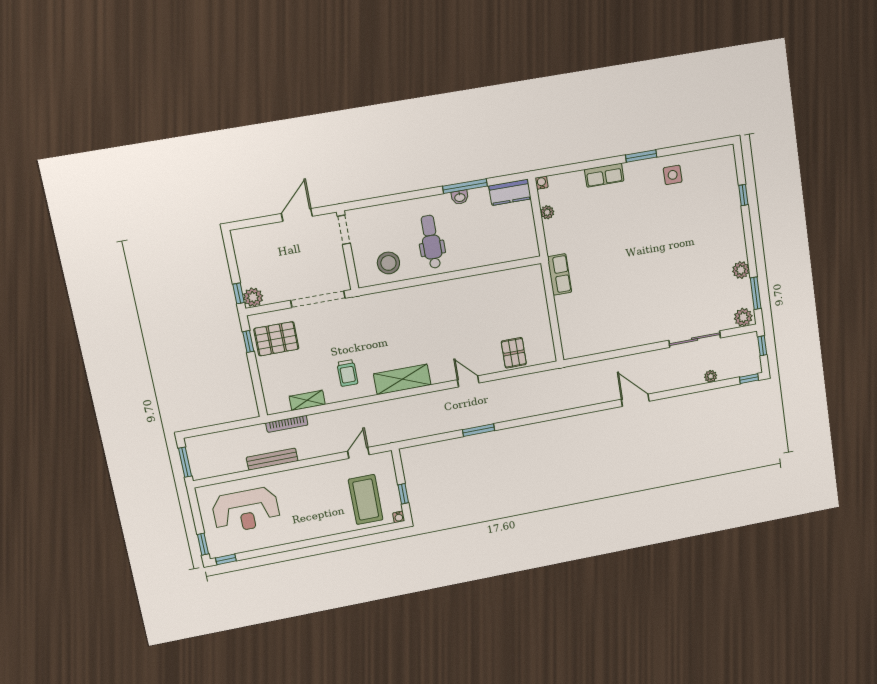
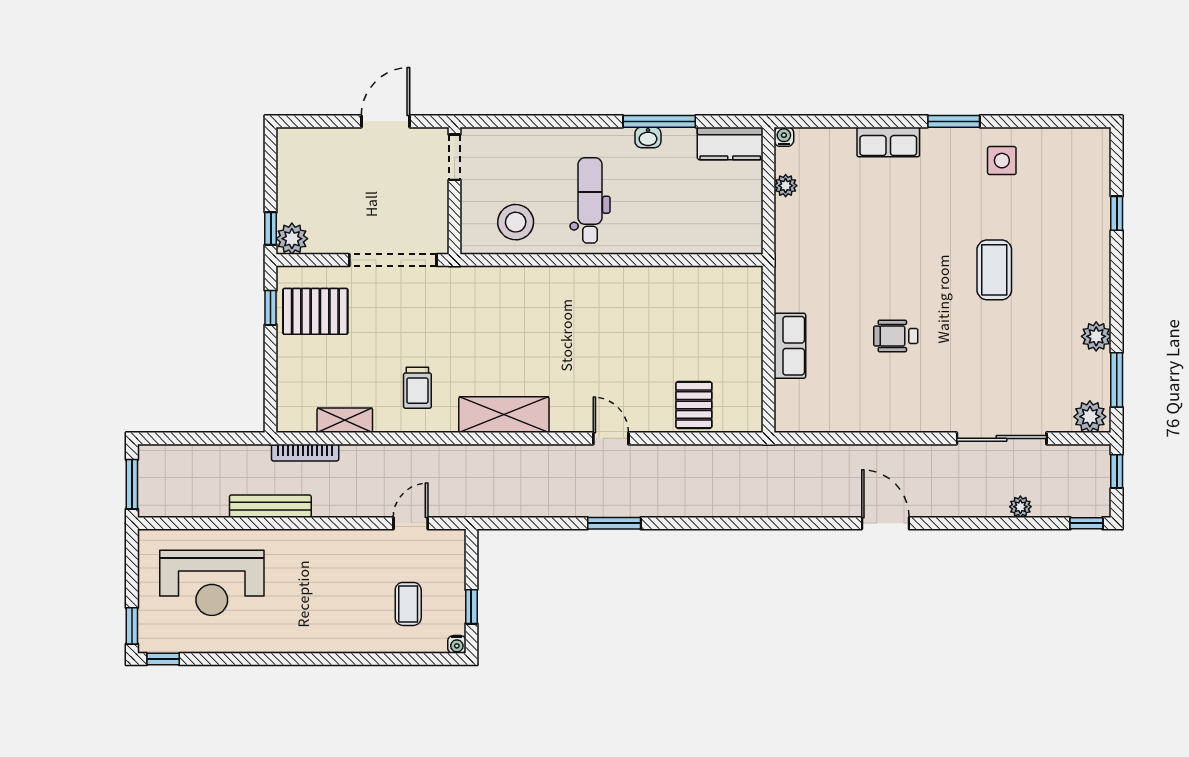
coffee table: (677, 241) -> (994, 270), added
row of seats: (559, 274) -> (790, 346), moved
wheelchair: (626, 291) -> (896, 336), added
coffee table: (366, 500) -> (408, 604), width x0.54, depth x0.58

